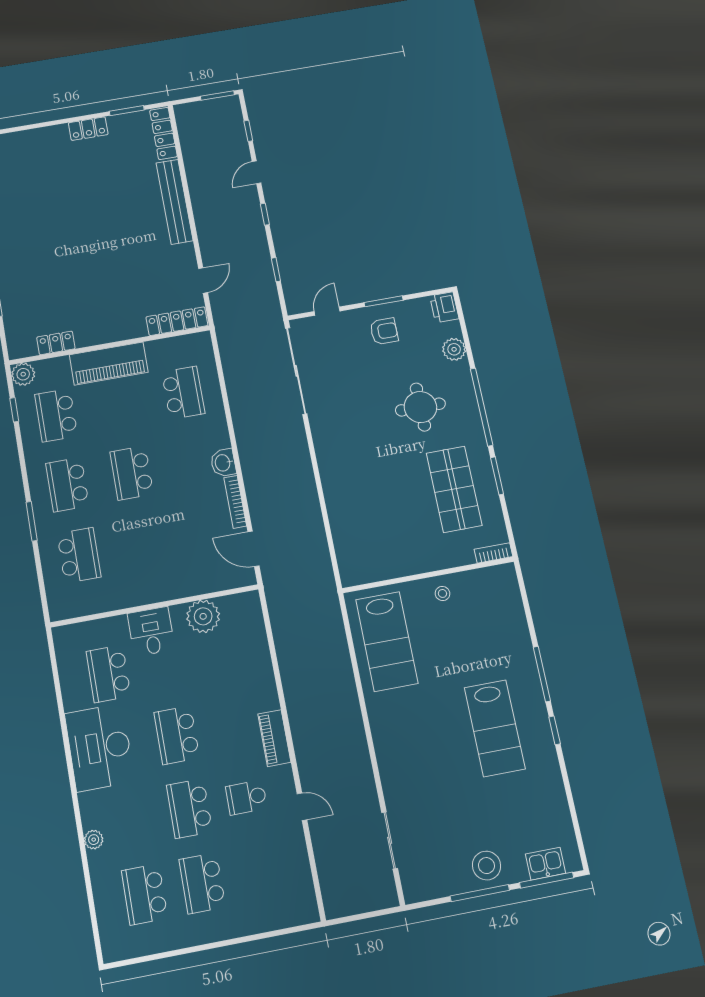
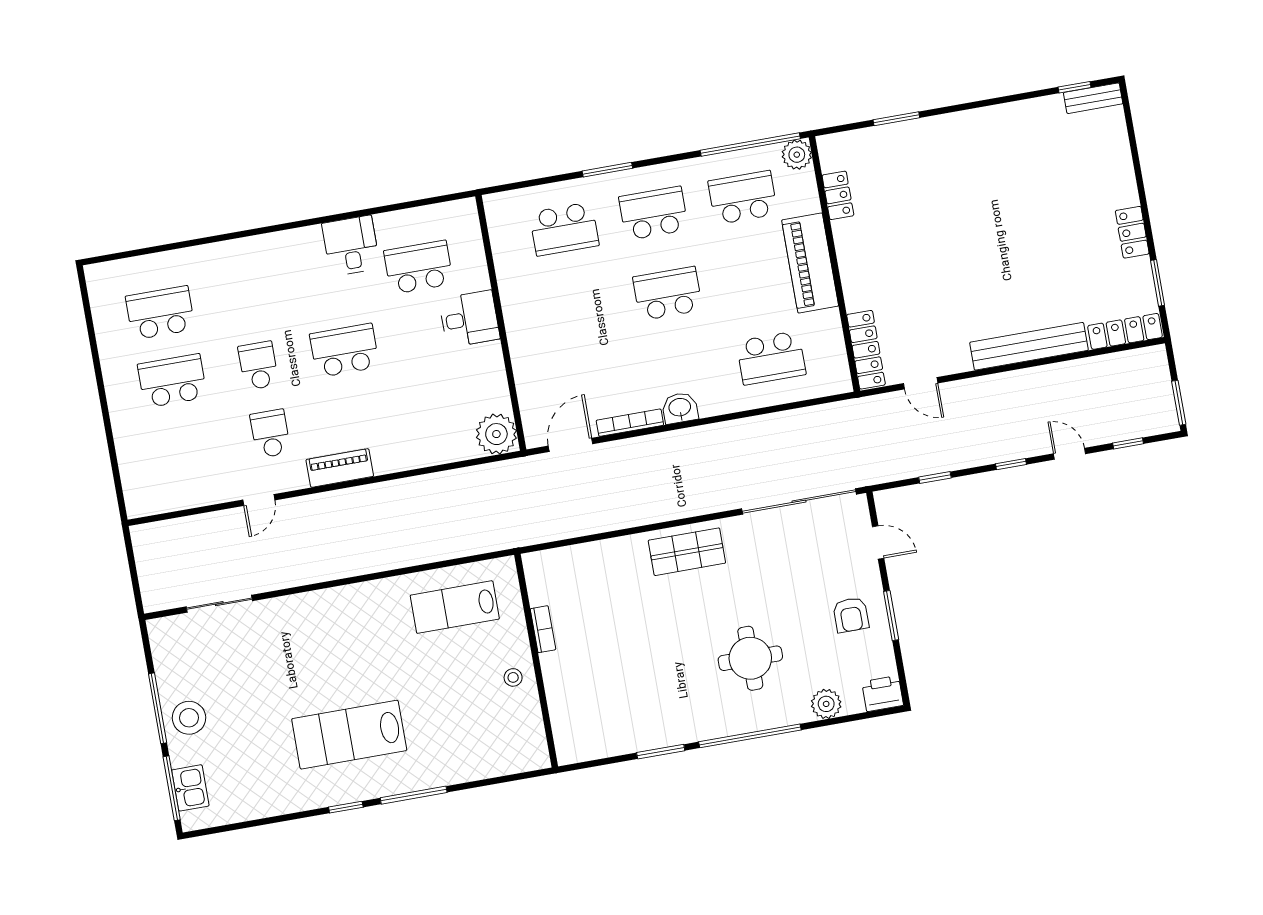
window: (14, 410) -> (750, 144), width x3.17
shop shelf: (454, 489) -> (687, 552), moved, width x0.70, depth x0.74
bookcase: (493, 553) -> (543, 629), moved
plant: (203, 616) -> (496, 434), moved
lab bench: (387, 641) -> (455, 607), width x0.73, depth x0.72
desk: (100, 747) -> (351, 246), width x0.53, depth x0.77
school desk: (189, 808) -> (258, 366), width x0.54
plant: (94, 840) -> (223, 252), removed

